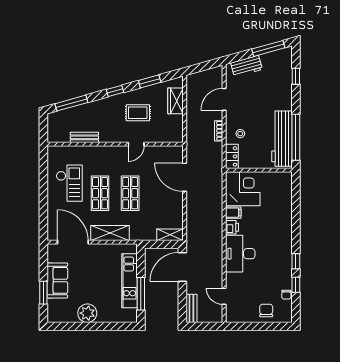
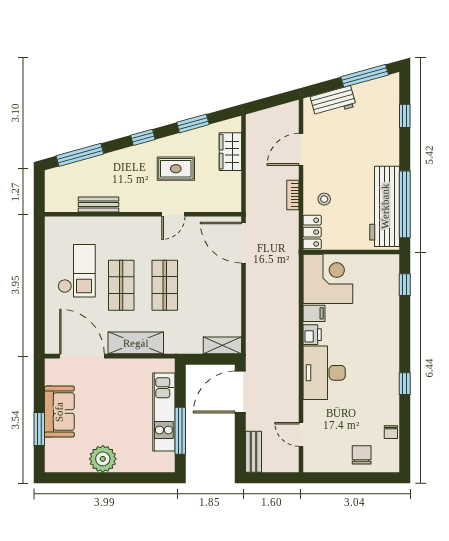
door: (185, 177) -> (243, 243), moved
window: (296, 285) -> (405, 285), moved

